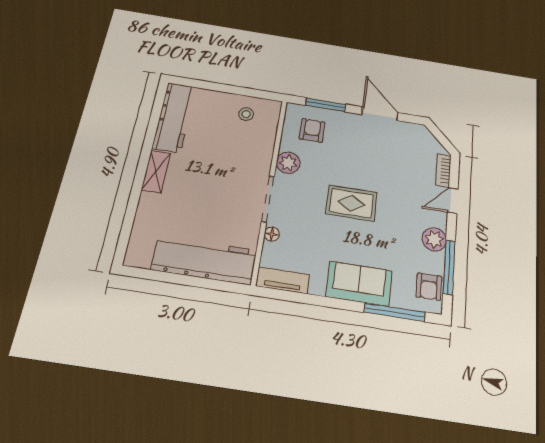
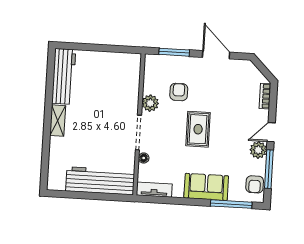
stool: (246, 114) -> (116, 67), removed
armchair: (312, 130) -> (179, 92), moved
door: (453, 201) -> (271, 132), moved
rug: (352, 203) -> (198, 129), turned 90

